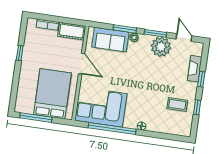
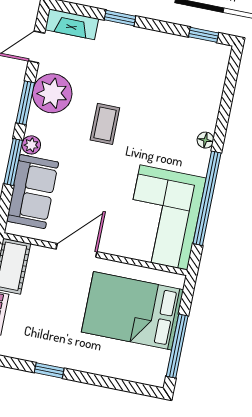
fireplace: (195, 69) -> (72, 24), moved
coffee table: (177, 104) -> (105, 124), moved
window: (197, 107) -> (204, 35), moved

